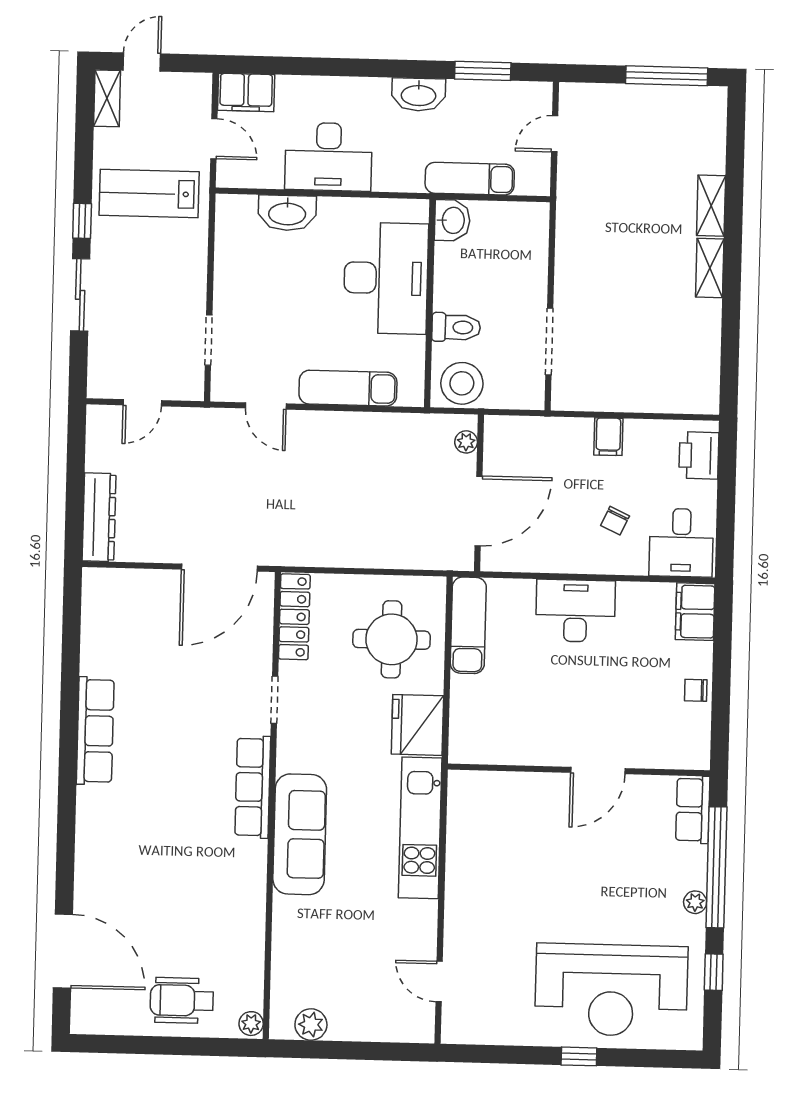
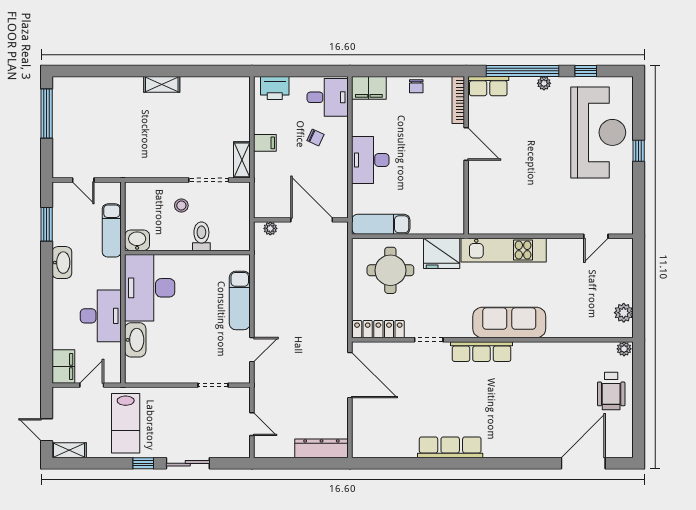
shelving: (711, 206) -> (242, 160), moved, turned 90
desk: (386, 278) -> (150, 288), moved, turned -90
stool: (462, 383) -> (181, 206), moved, width x0.53, depth x0.53
bookcase: (671, 759) -> (458, 100), added

